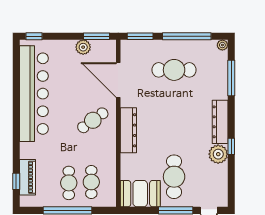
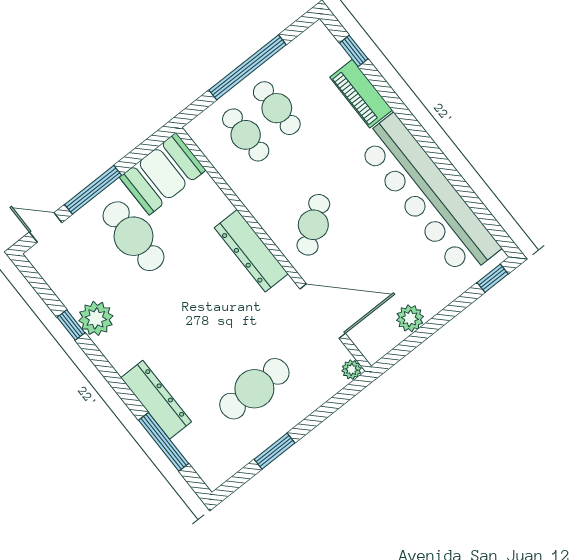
window: (96, 36) -> (403, 349), removed
window: (140, 36) -> (341, 399), removed
window: (187, 36) -> (274, 451), width x0.47
plant: (222, 45) -> (352, 370), moved
dresser: (220, 122) -> (156, 400), moved
window: (231, 146) -> (71, 325), moved
piano: (28, 177) -> (361, 94), moved

